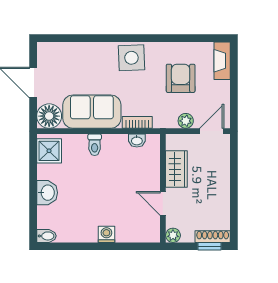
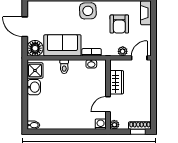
armchair: (181, 78) -> (119, 24), turned 180
washbasin: (47, 193) -> (34, 87), moved
door: (163, 203) -> (108, 104), hinge flipped
washing machine: (106, 234) -> (101, 124), moved

